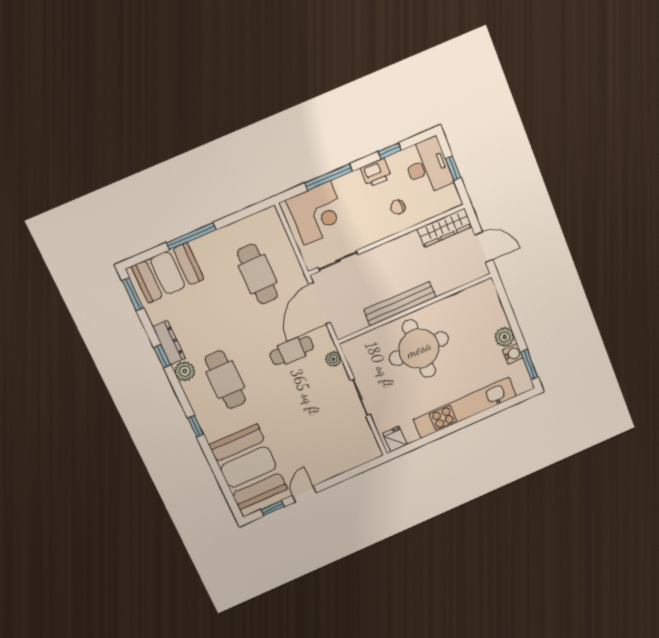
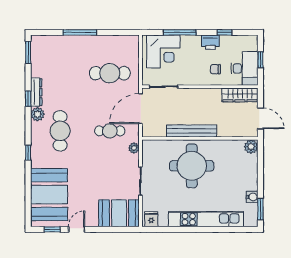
desk: (428, 166) -> (245, 68), moved
booth: (168, 273) -> (119, 213), moved
cafe table: (258, 274) -> (110, 73), turned 90
plant: (505, 337) -> (251, 147), moved

